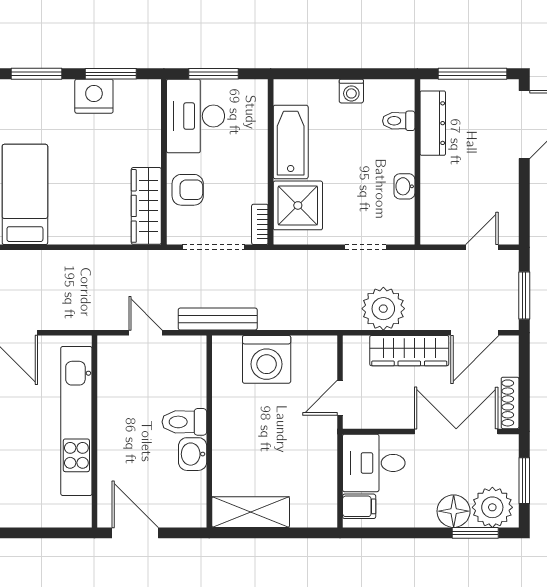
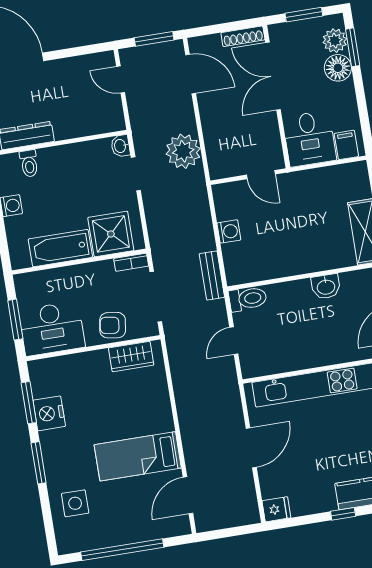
washbasin: (404, 186) -> (121, 146), moved, turned 90
armchair: (188, 190) -> (113, 325), turned -82
wardrobe: (146, 206) -> (131, 357), width x0.67
bench: (218, 319) -> (212, 275), width x0.73
wardrobe: (409, 351) -> (214, 125), removed
washing machine: (267, 359) -> (229, 231), width x0.53, depth x0.53
toilet: (184, 422) -> (248, 299), moved, turned -90
plant: (492, 507) -> (335, 41), width x0.73, depth x0.73

